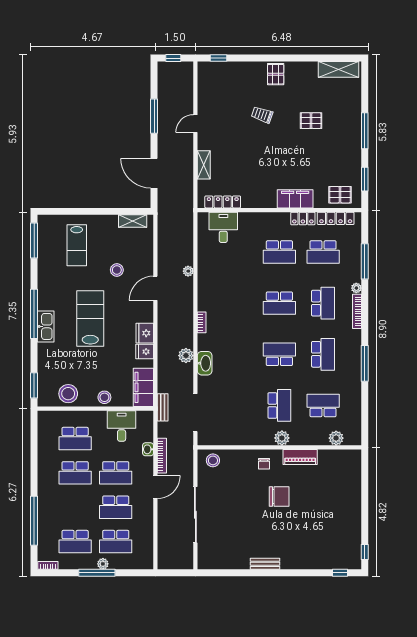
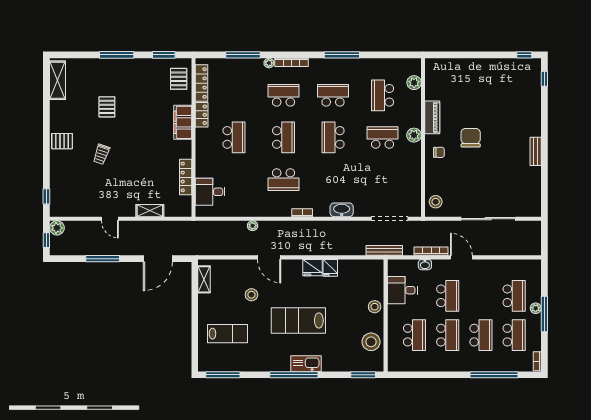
locker: (223, 202) -> (186, 177), moved
school desk: (323, 252) -> (284, 180), moved, turned 90
plant: (186, 356) -> (57, 228), moved
filing cabinet: (143, 387) -> (365, 269), removed
bench: (163, 407) -> (384, 250), width x1.36
school desk: (116, 507) -> (481, 335), moved

